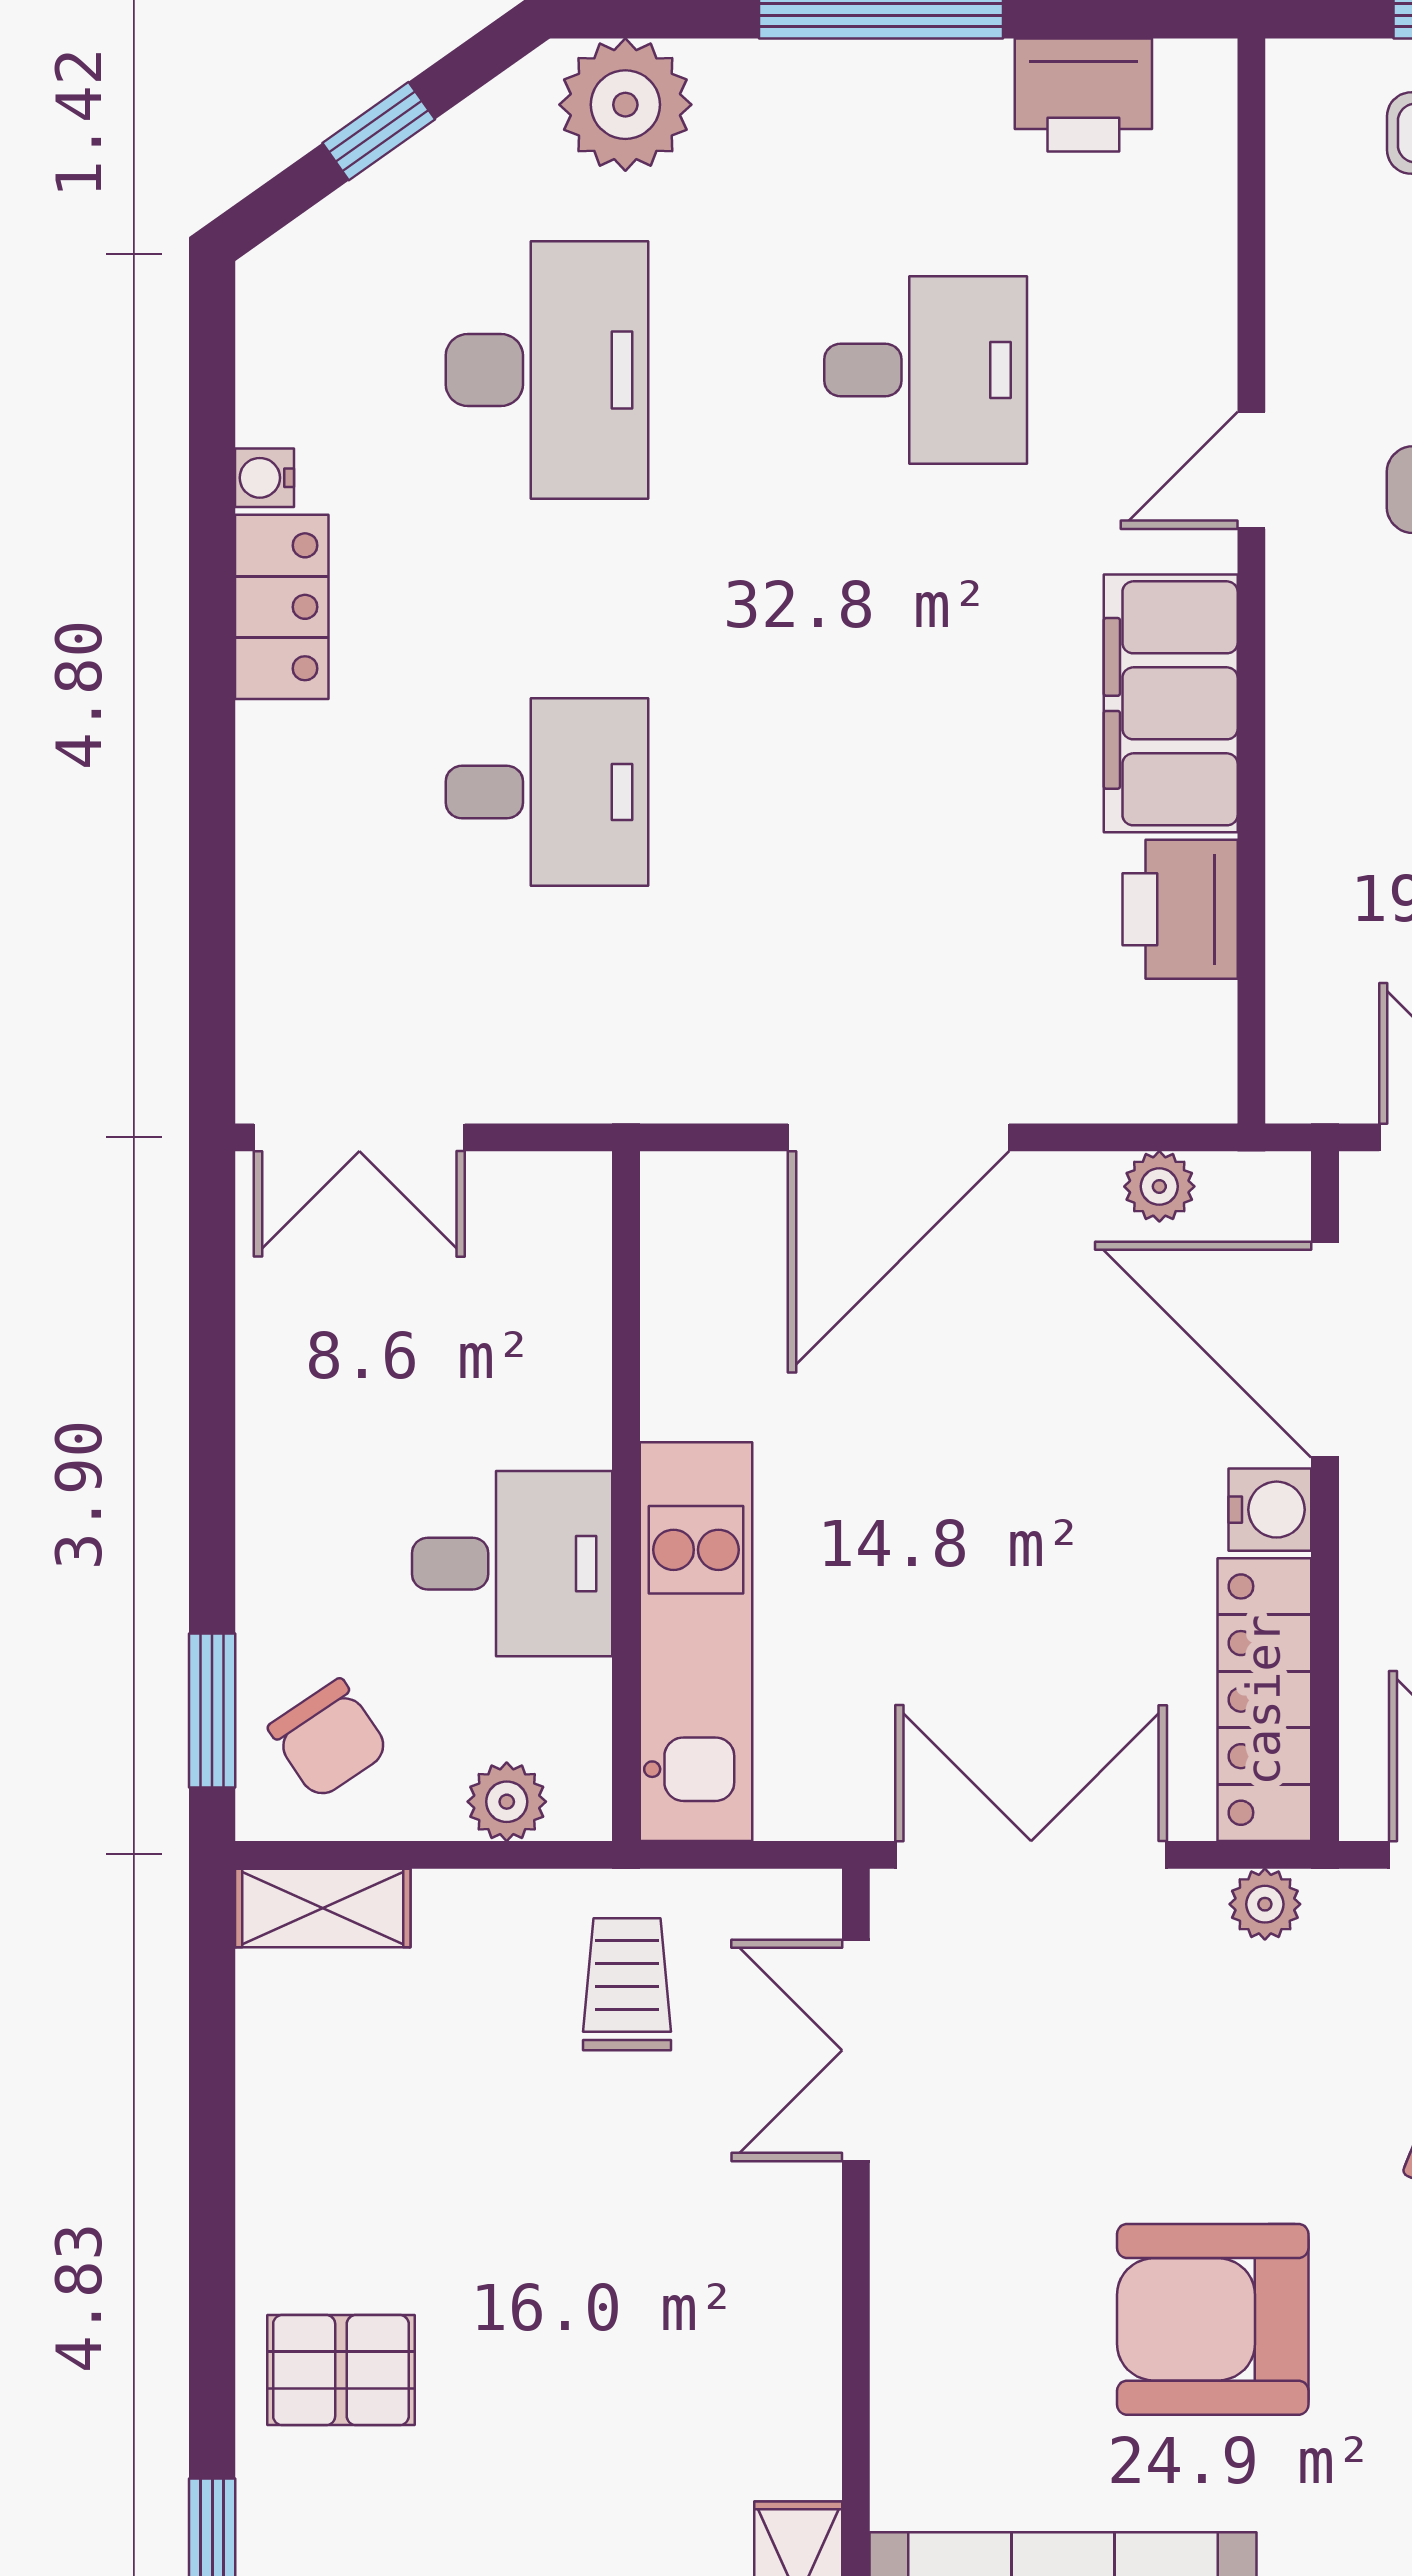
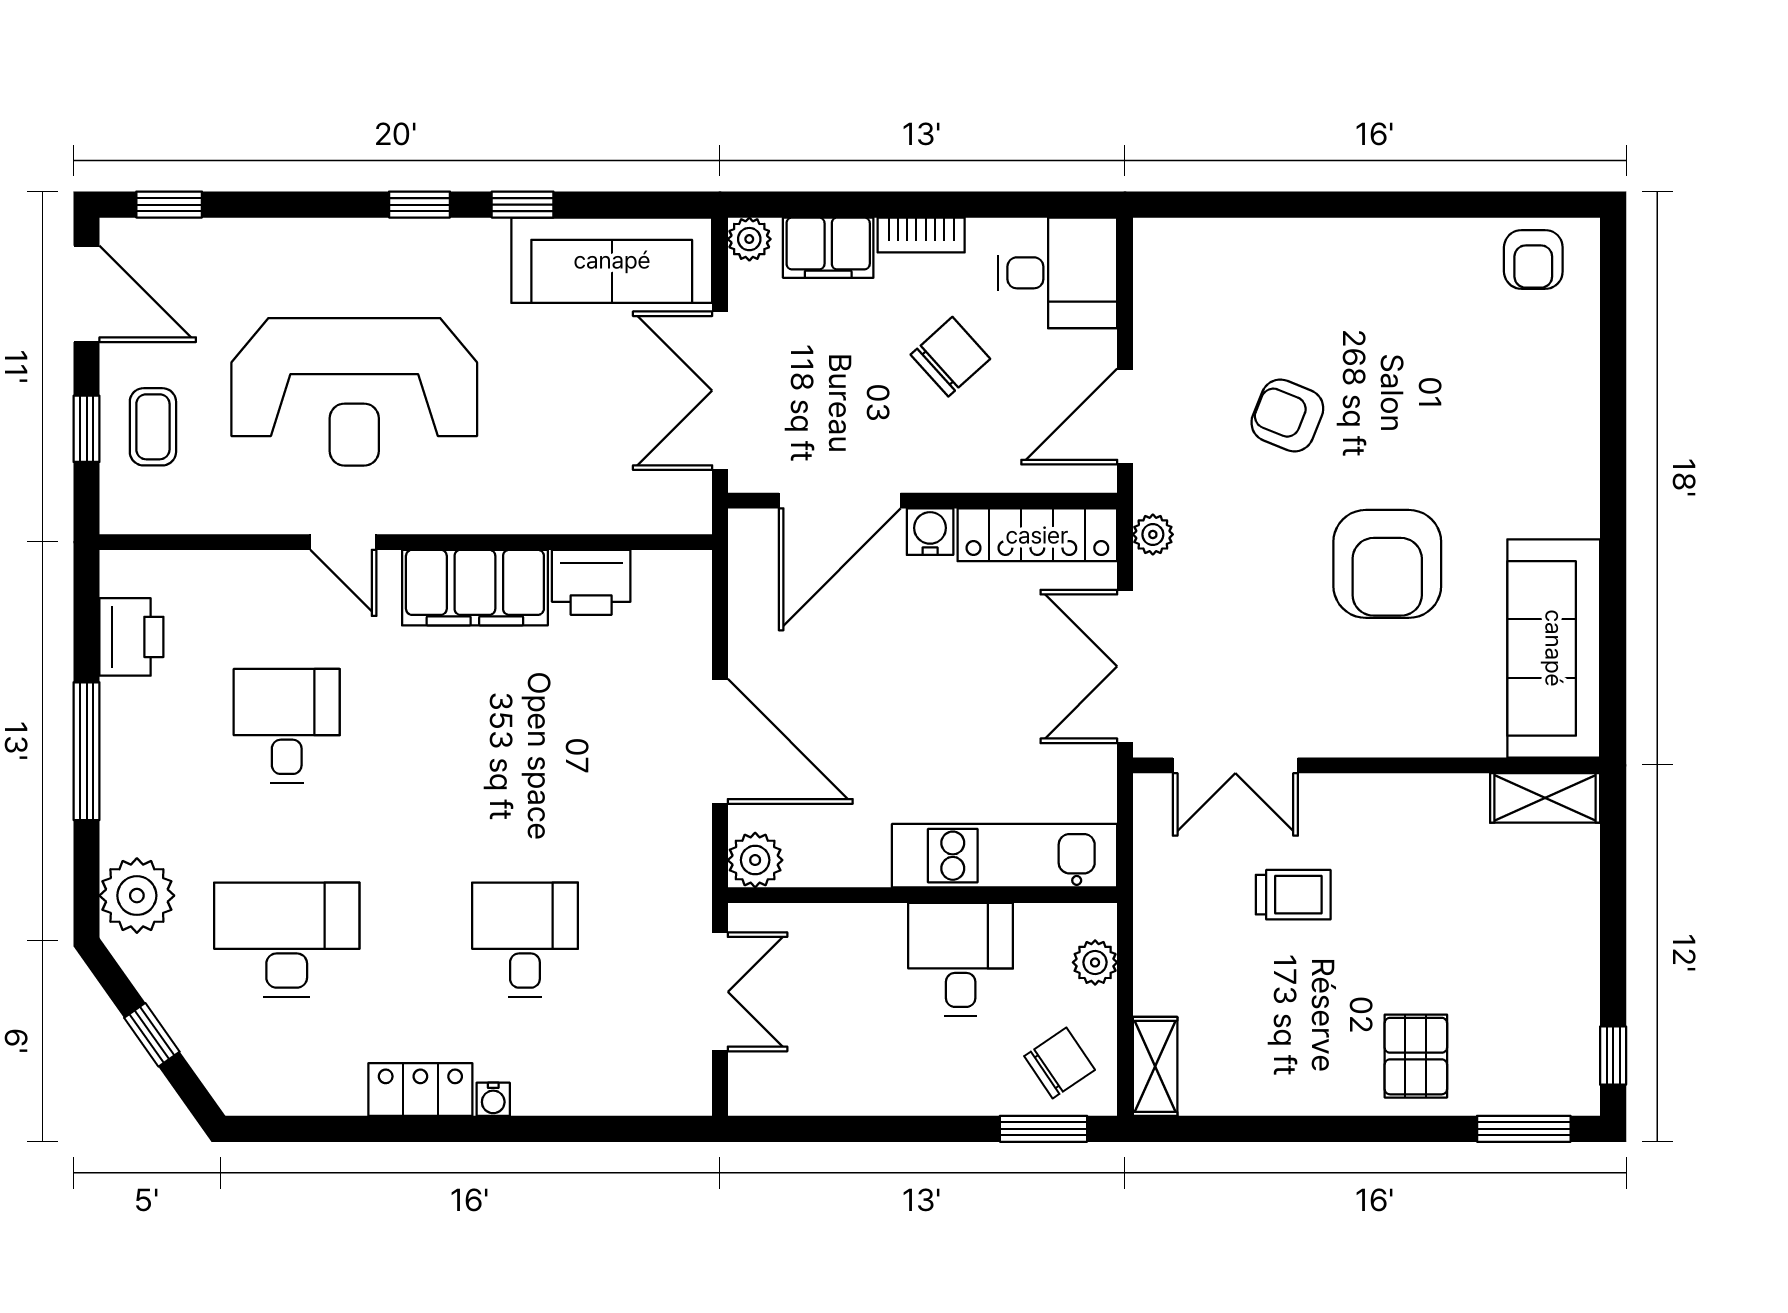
water cooler: (265, 478) -> (493, 1099), moved
double door: (359, 1137) -> (720, 992), moved
plant: (1159, 1186) -> (755, 860), moved, width x1.38, depth x1.38
trolley: (627, 1984) -> (1293, 895), moved, turned 180

